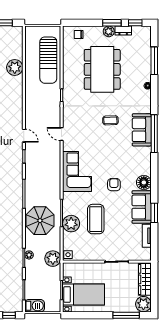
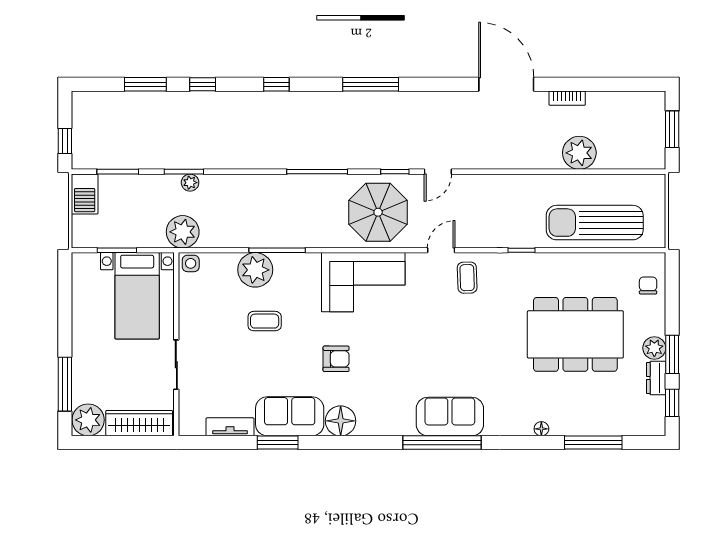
coffee table: (110, 120) -> (467, 278), moved
coffee table: (96, 219) -> (265, 321), width x0.54, depth x0.58
parasol: (40, 221) -> (378, 212), moved
bed with nightstands: (84, 294) -> (137, 296), moved

